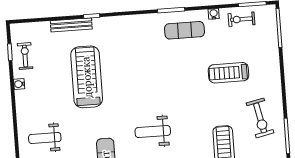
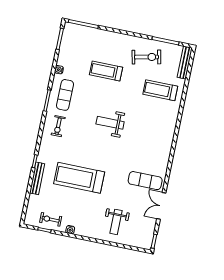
exercise bike: (242, 19) -> (58, 126), moved
treadmill: (229, 73) -> (106, 71), turned 90
weight bench: (153, 132) -> (110, 123), moved, turned 90

